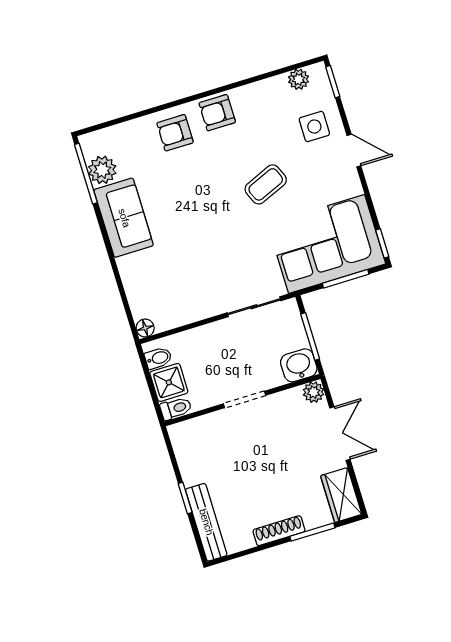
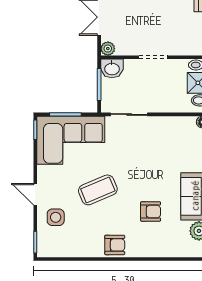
plant: (299, 79) -> (56, 250), removed
armchair: (175, 133) -> (151, 212), moved
coffee table: (266, 184) -> (98, 190), width x1.36, depth x1.30

